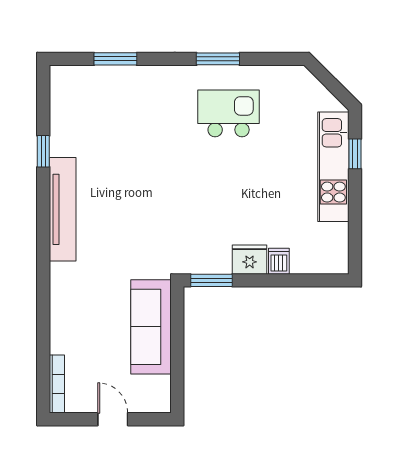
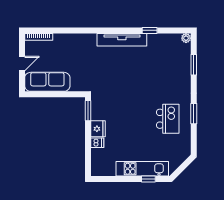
plant: (59, 75) -> (186, 38), added
sofa: (151, 327) -> (47, 82), moved

